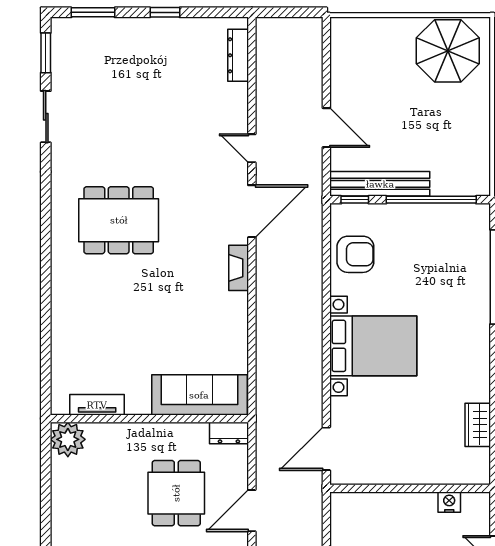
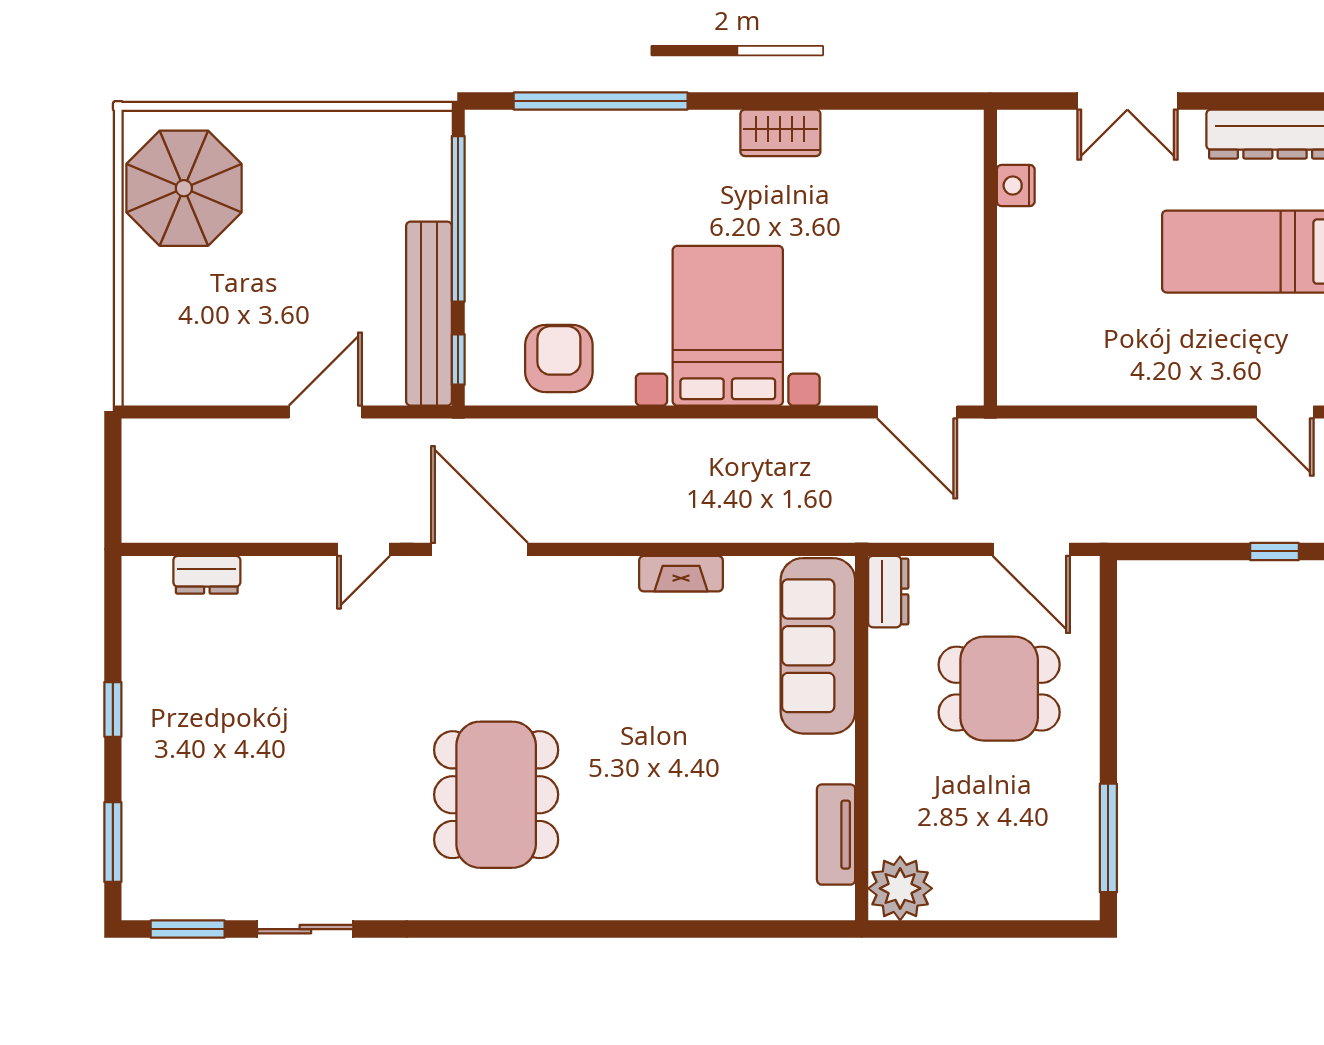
dresser: (238, 55) -> (207, 575), width x0.70
fireplace: (239, 268) -> (681, 574), moved
wardrobe: (478, 425) -> (780, 133), moved

